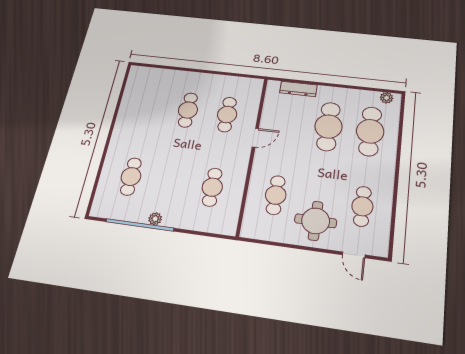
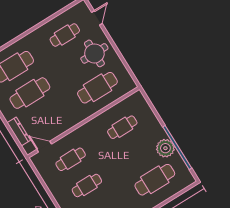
door: (255, 138) -> (44, 147), moved
cafe table: (131, 177) -> (155, 180), width x1.37, depth x1.35
cafe table: (276, 195) -> (97, 88), width x1.37, depth x1.35
plant: (155, 219) -> (165, 148), width x1.88, depth x1.88

